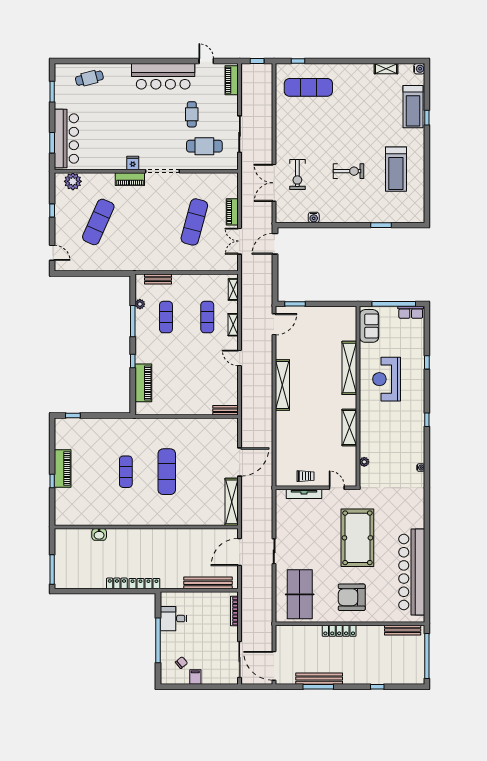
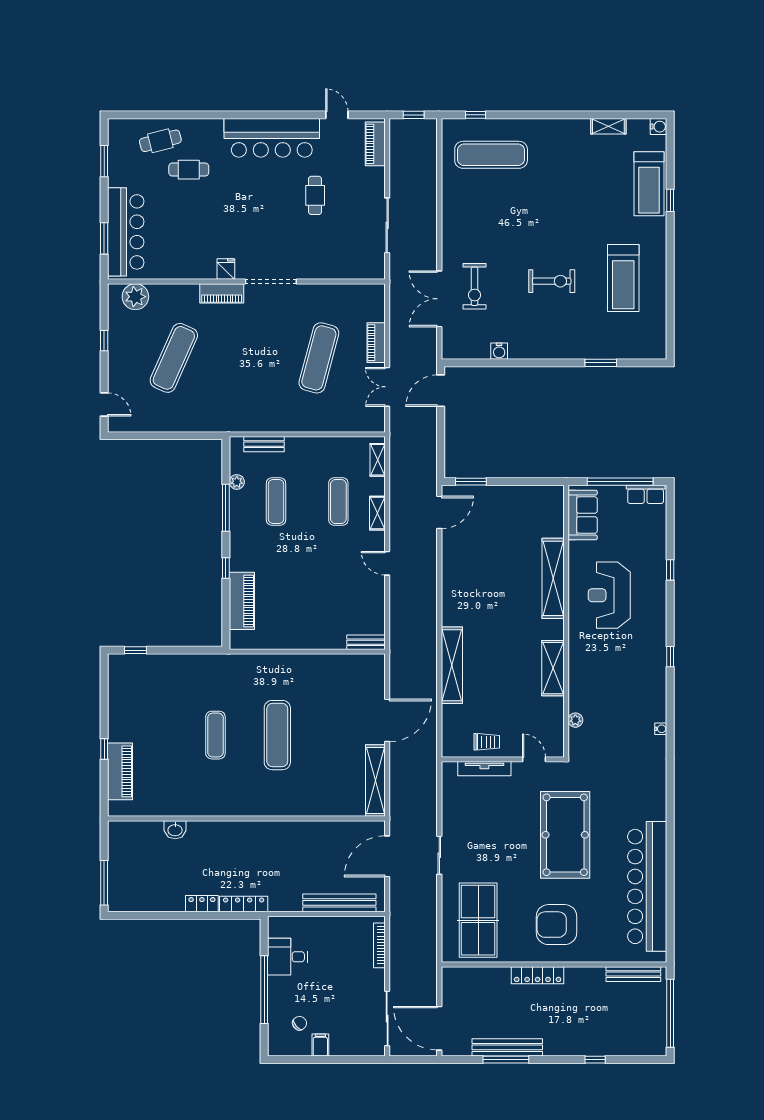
cafe table: (204, 146) -> (189, 170), moved, width x0.73, depth x0.74
shelving: (282, 385) -> (452, 665), moved
piano: (63, 469) -> (120, 771), moved

